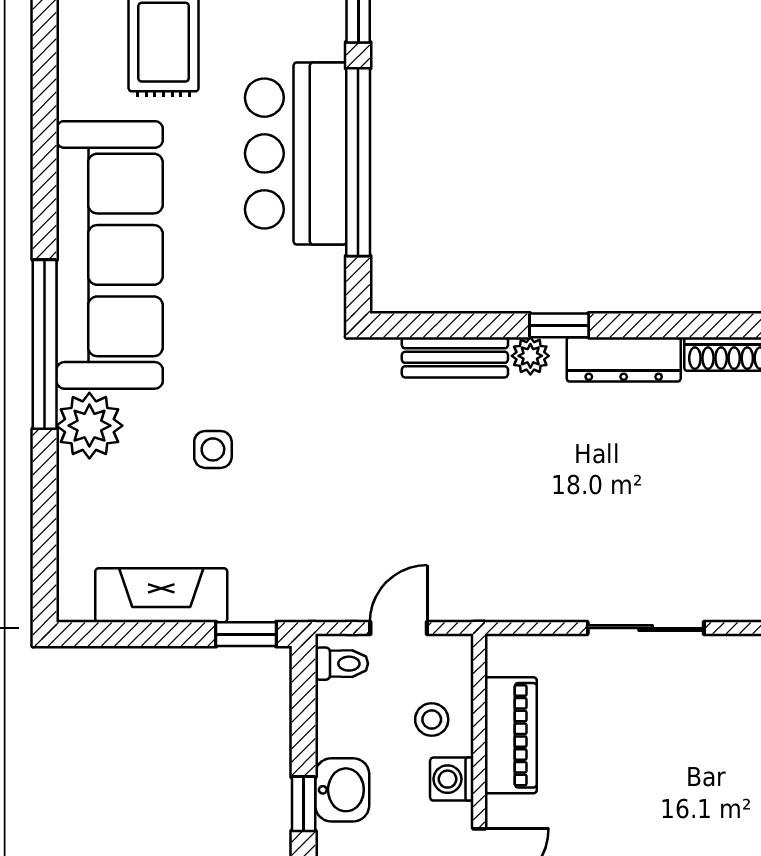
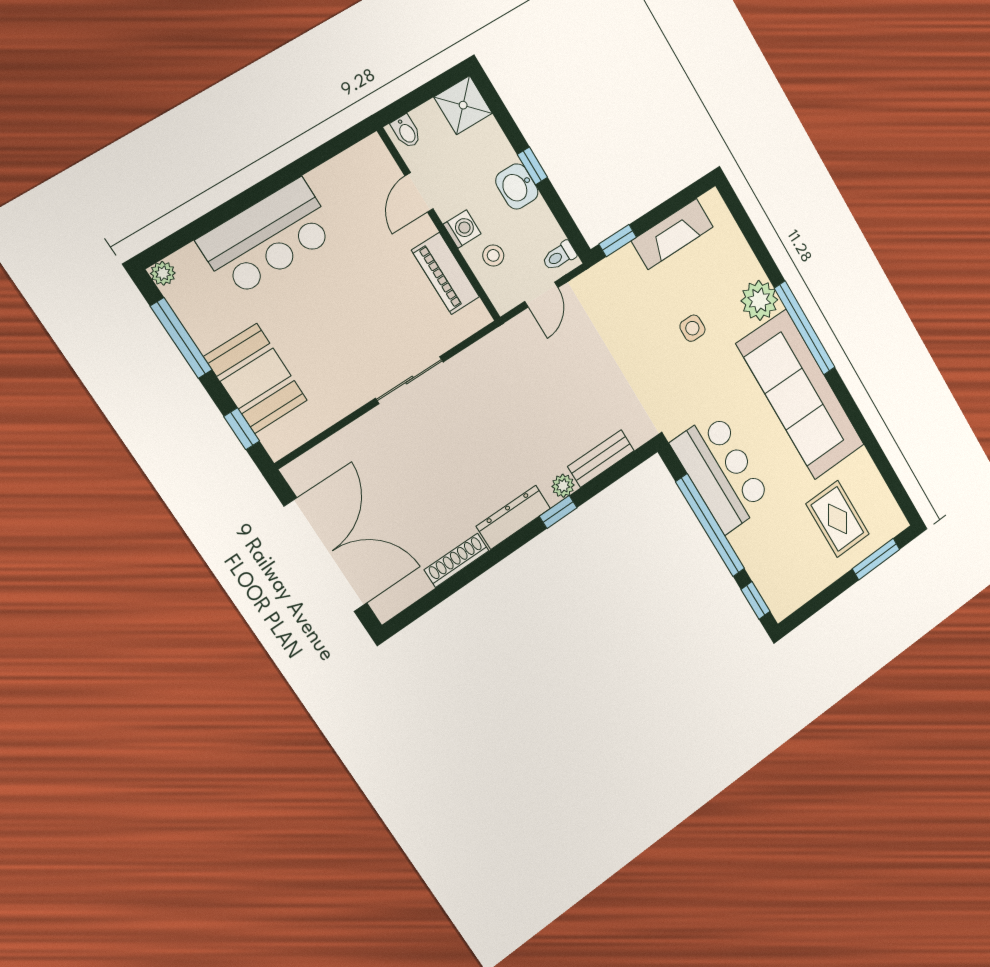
bar counter: (296, 153) -> (721, 472), moved

